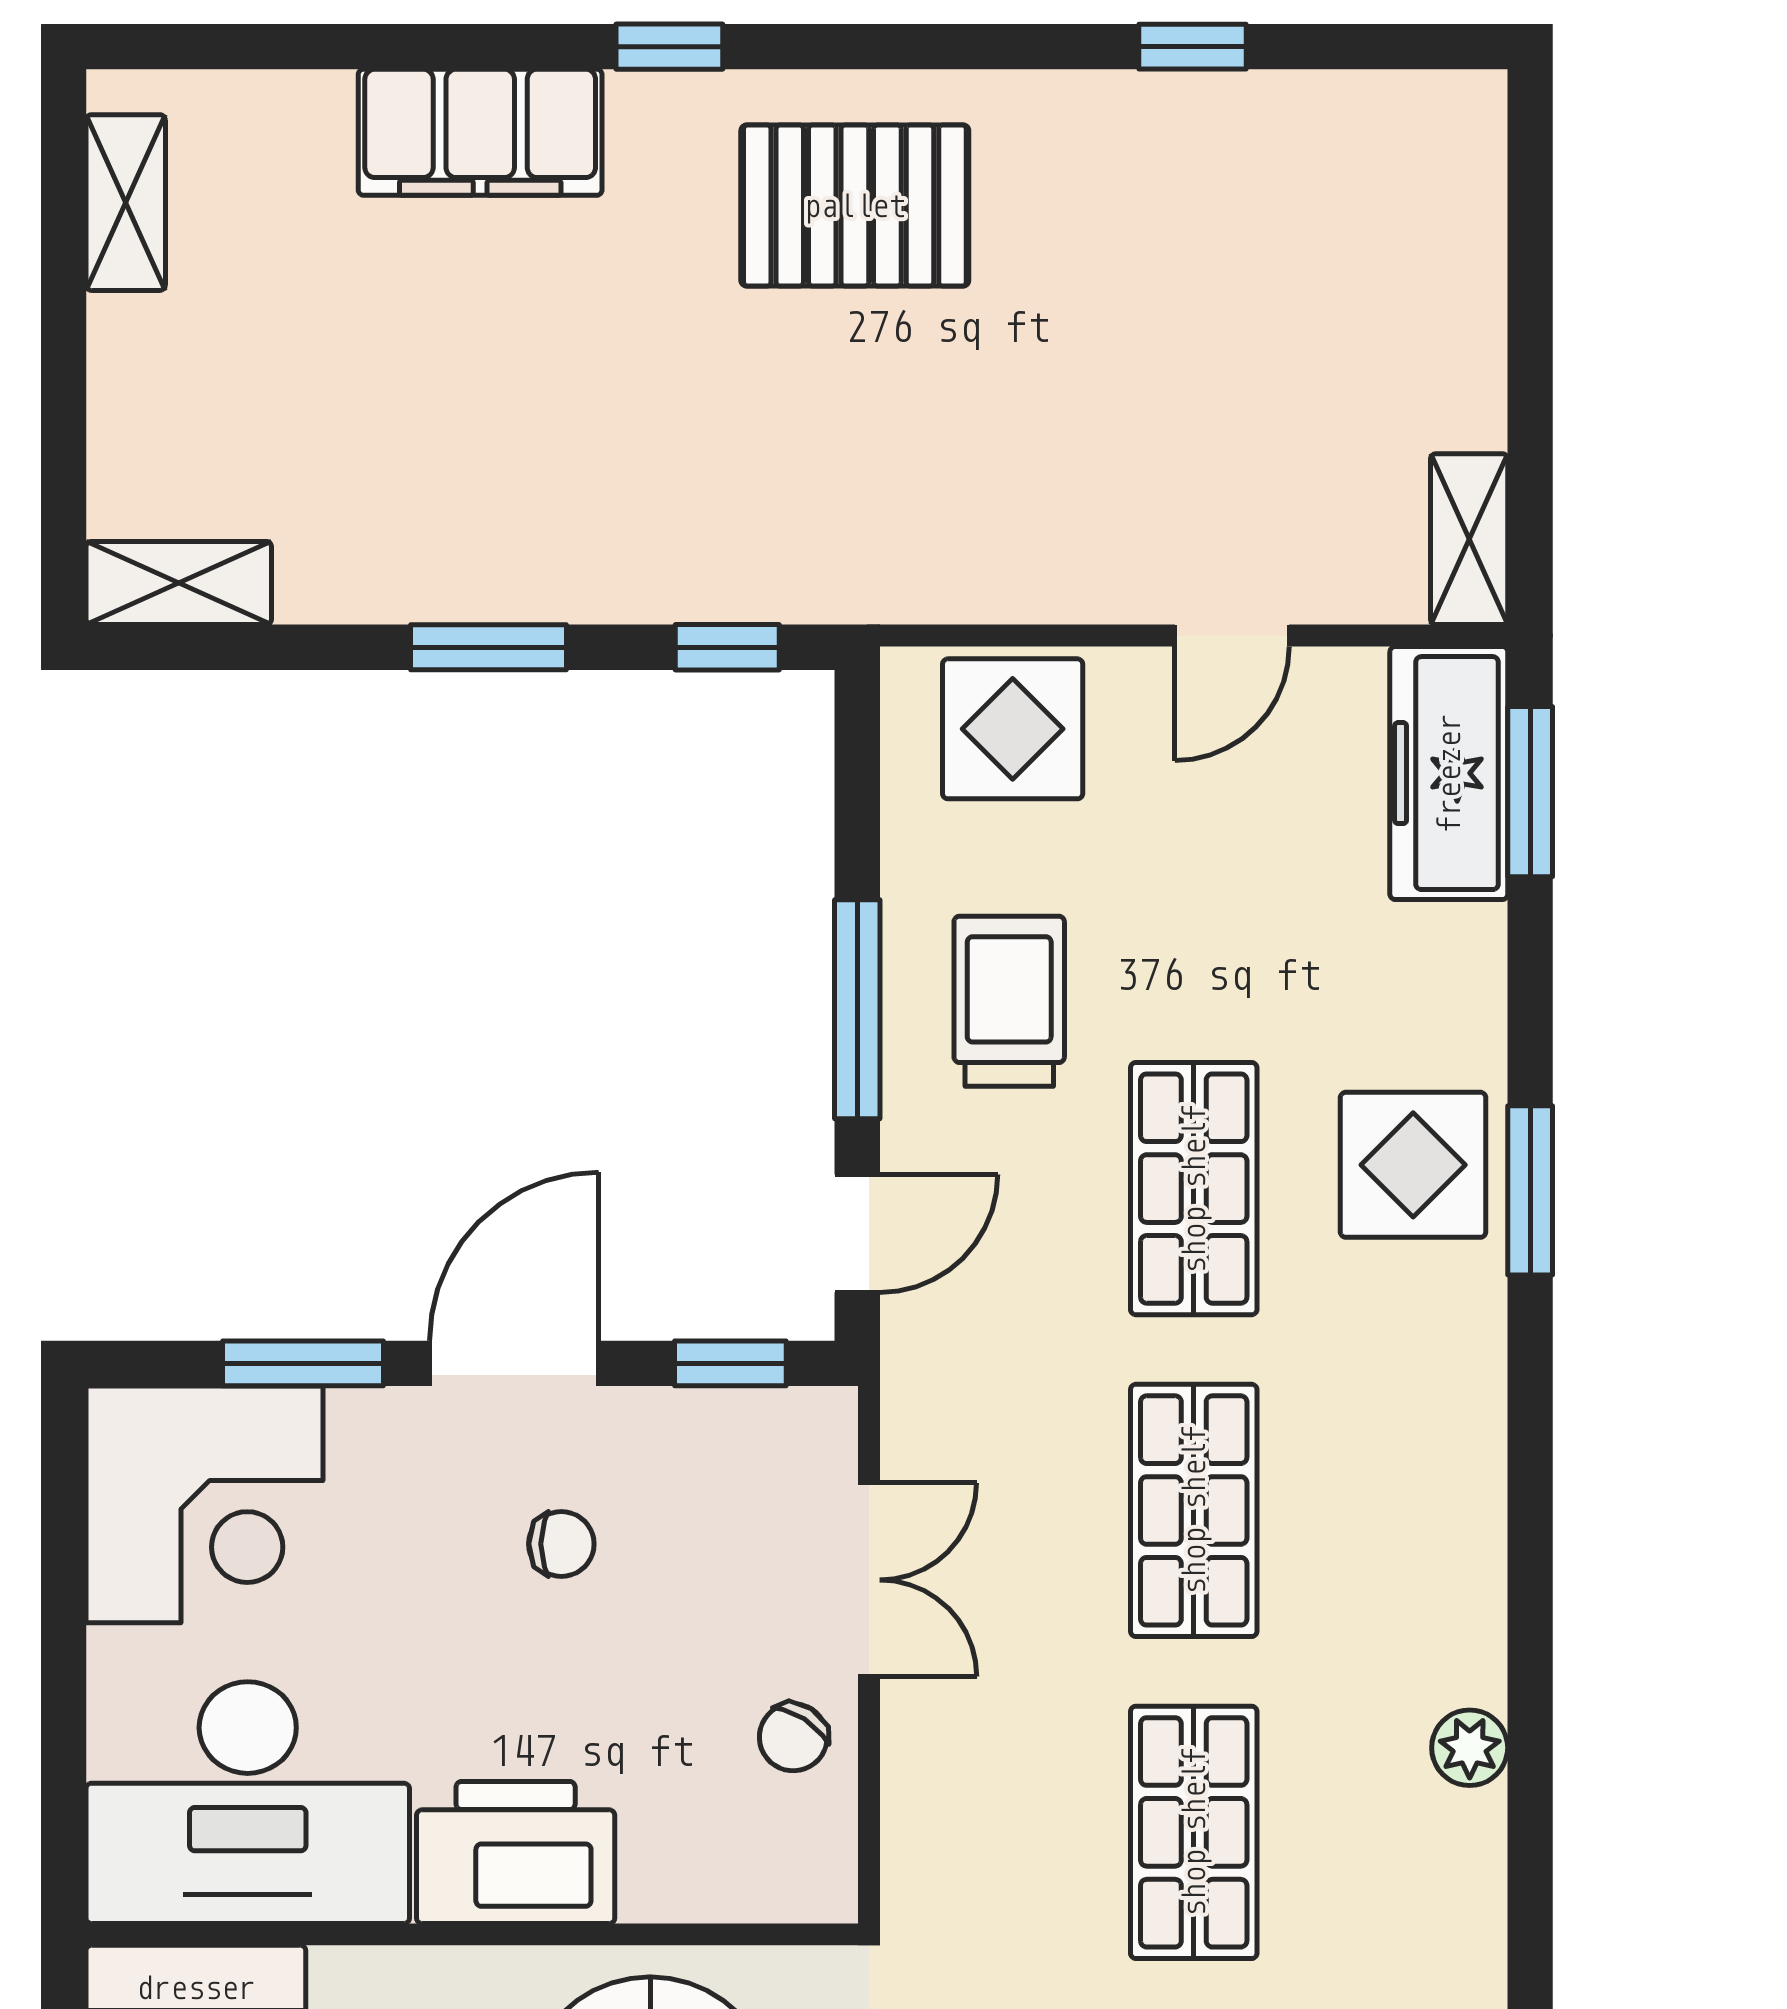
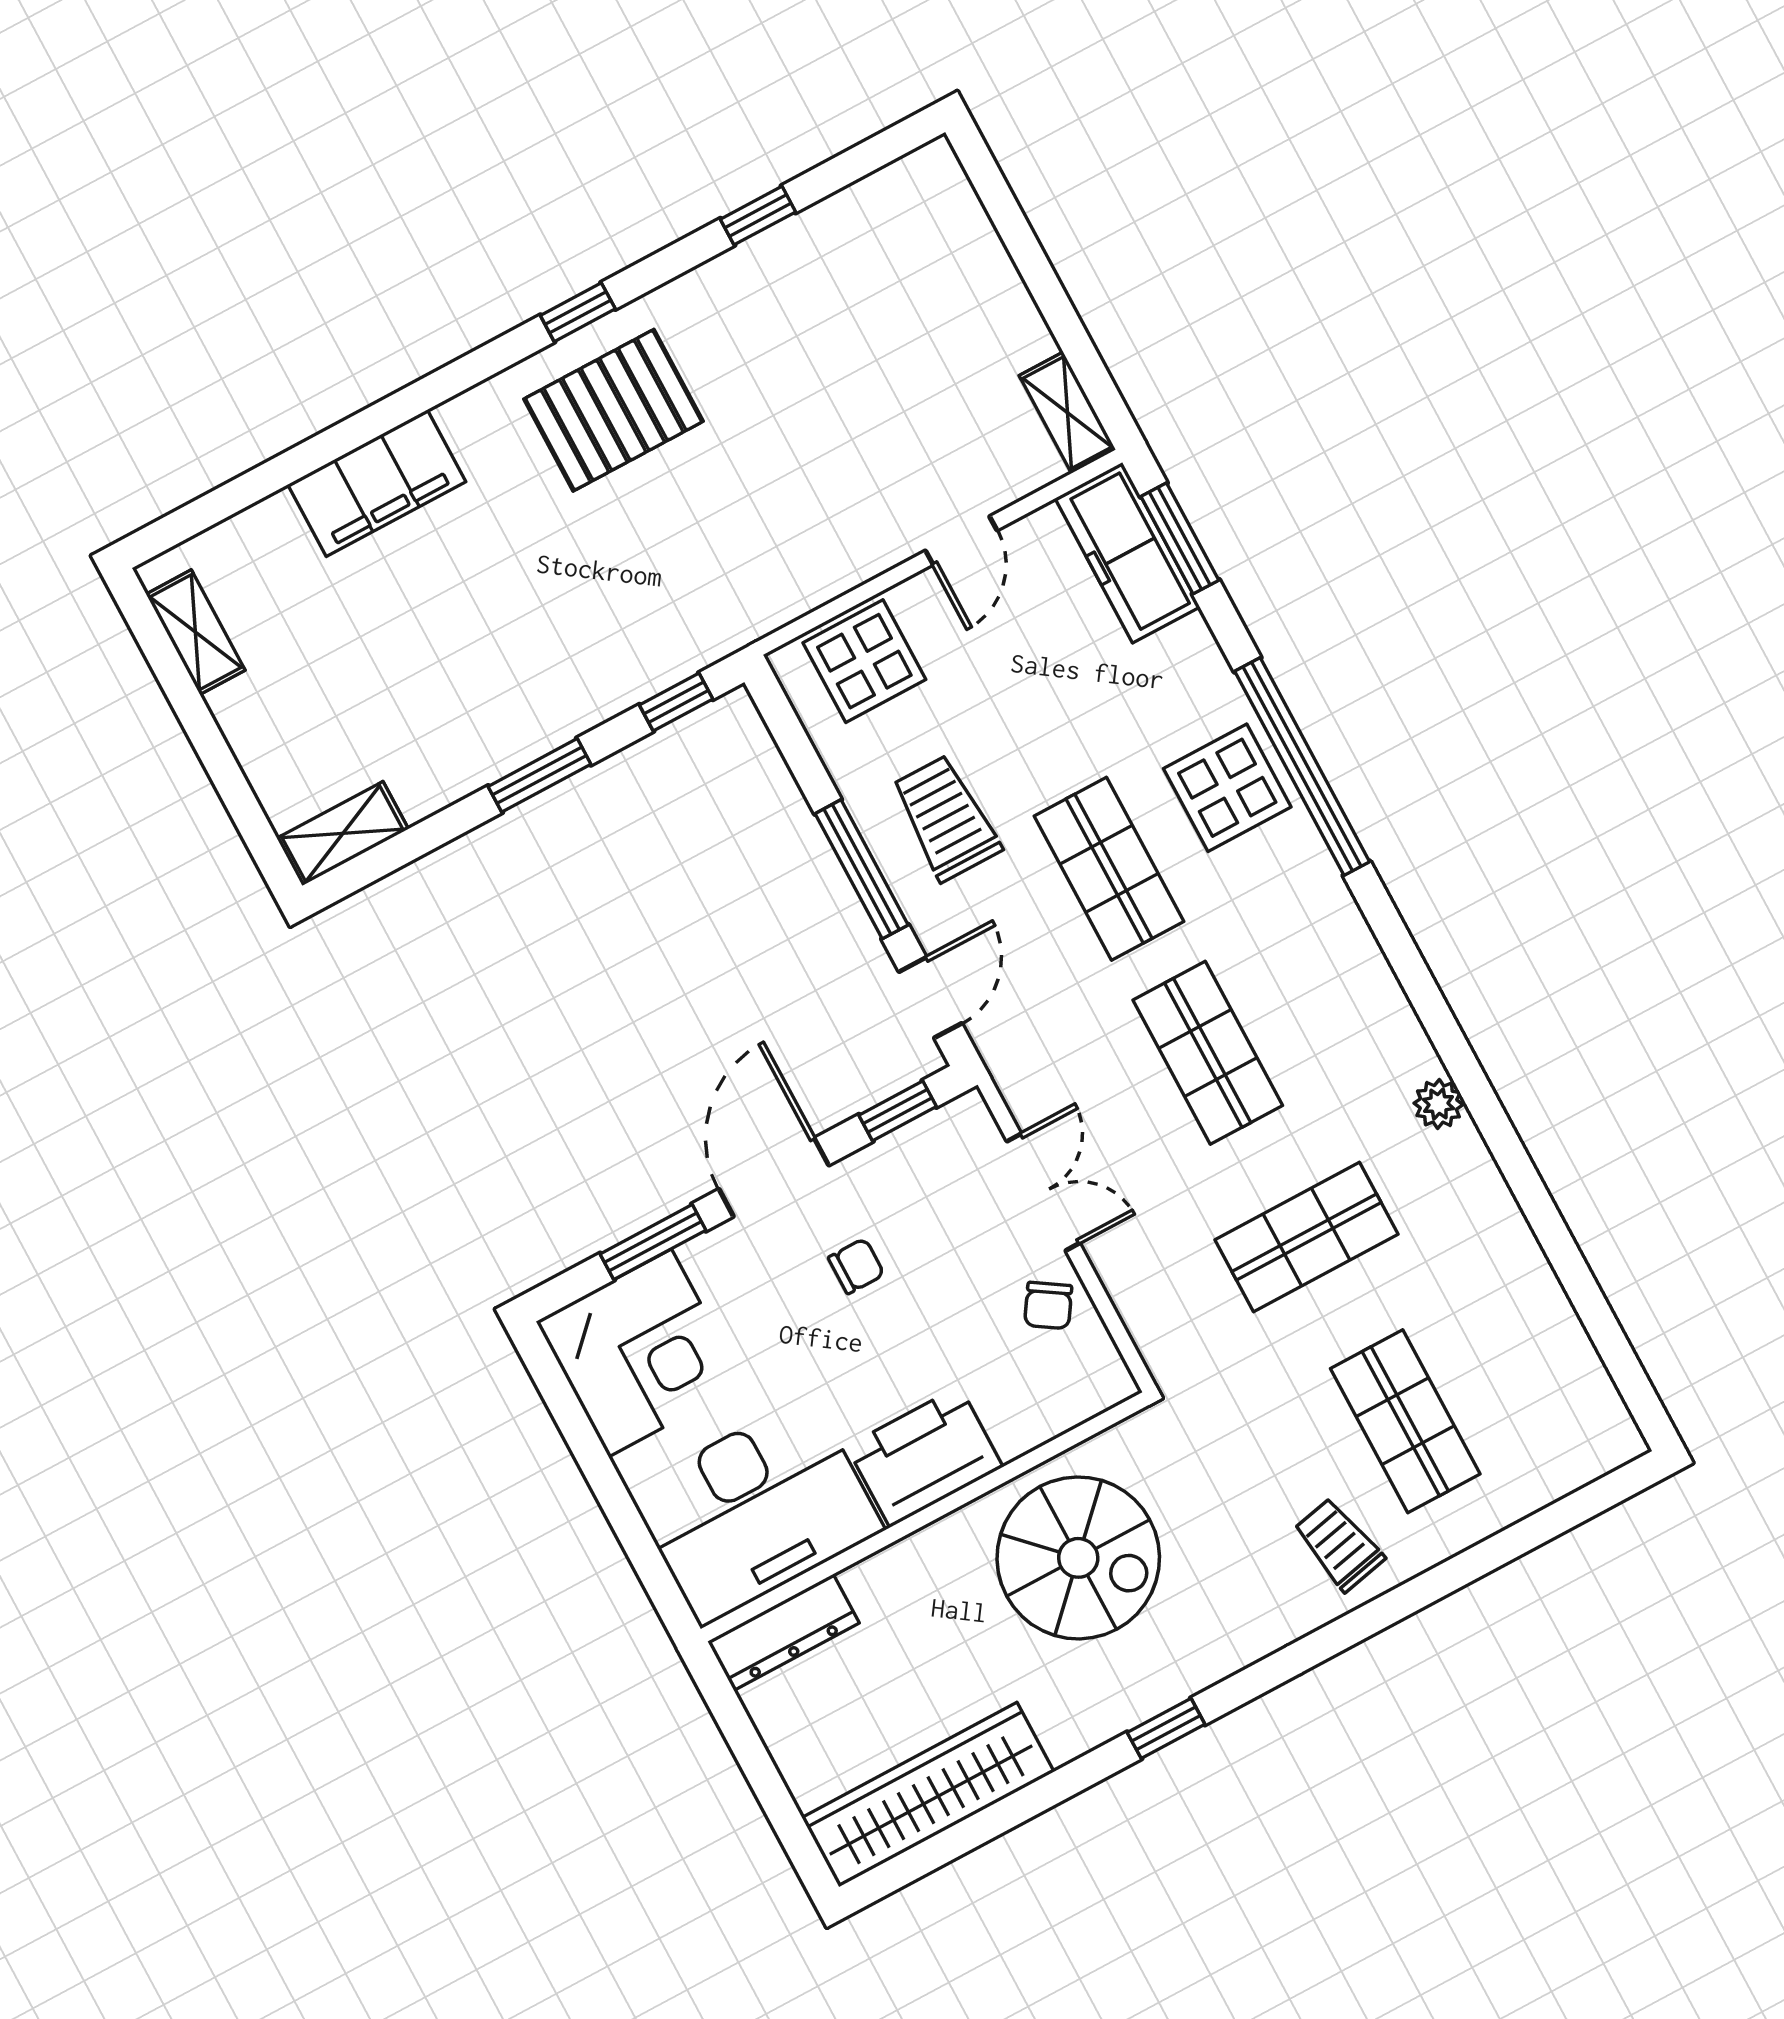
window: (669, 47) -> (578, 312), moved
window: (1530, 1190) -> (1302, 767), width x2.11
shop shelf: (1194, 1832) -> (1307, 1237), turned 90

